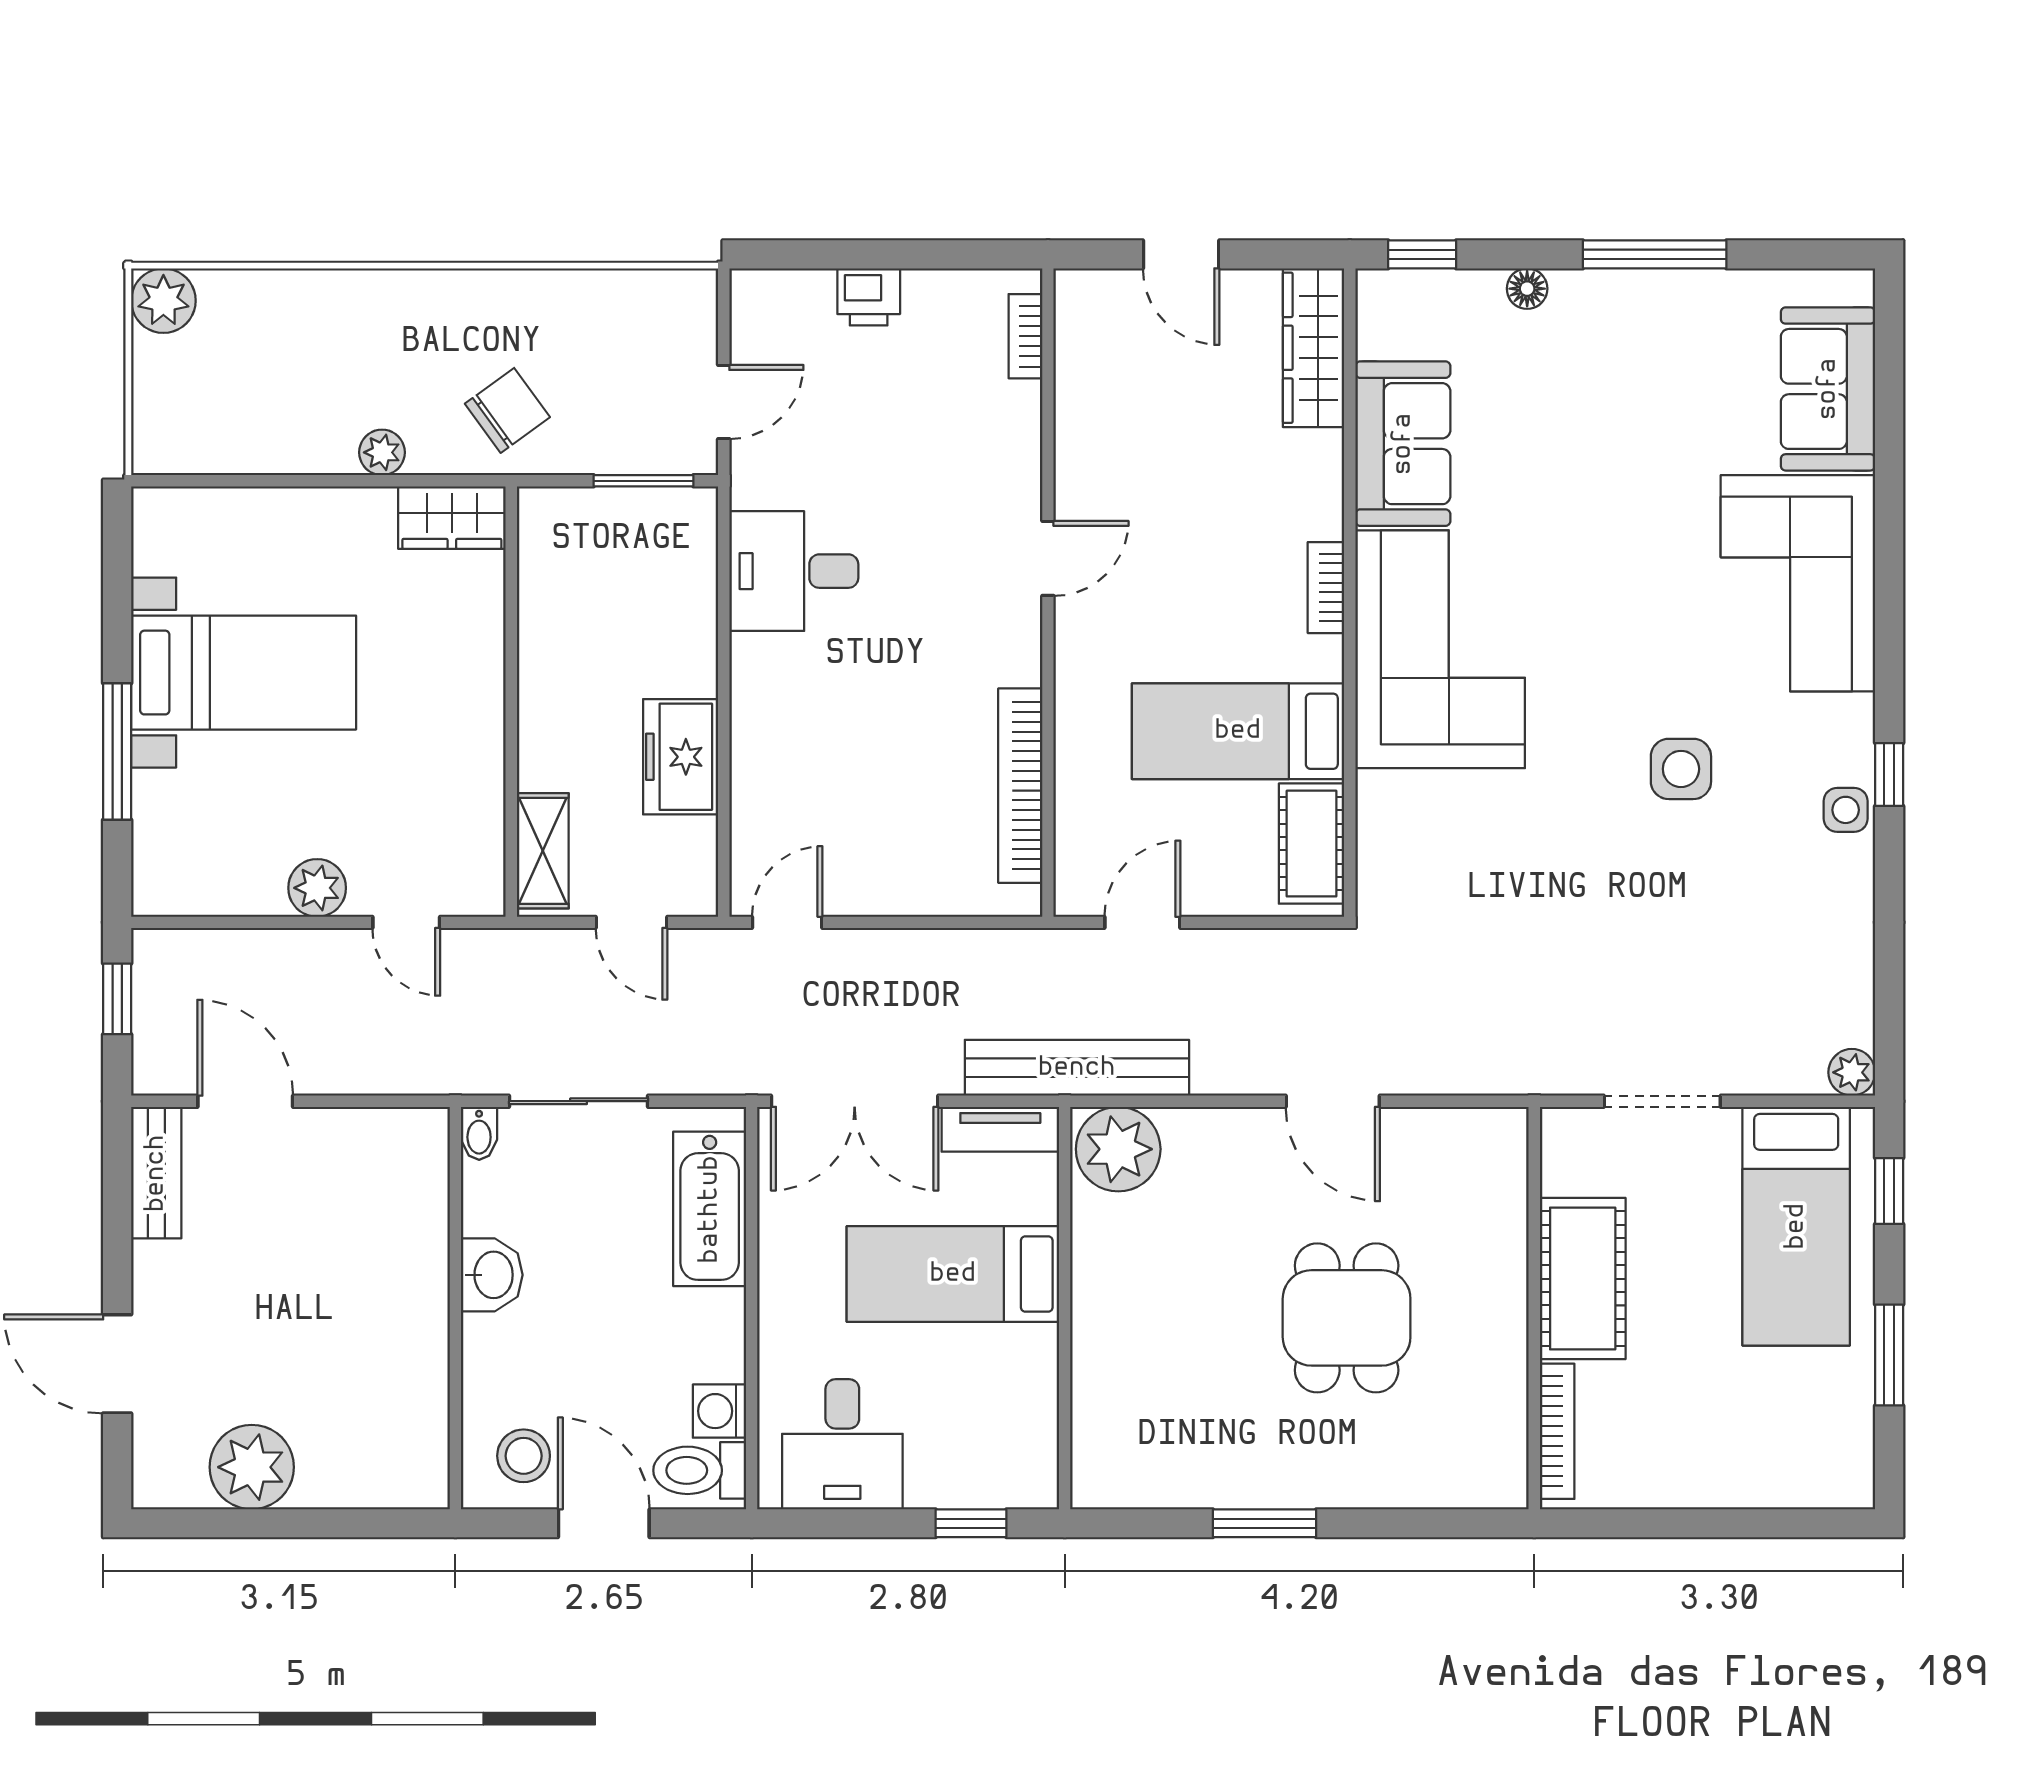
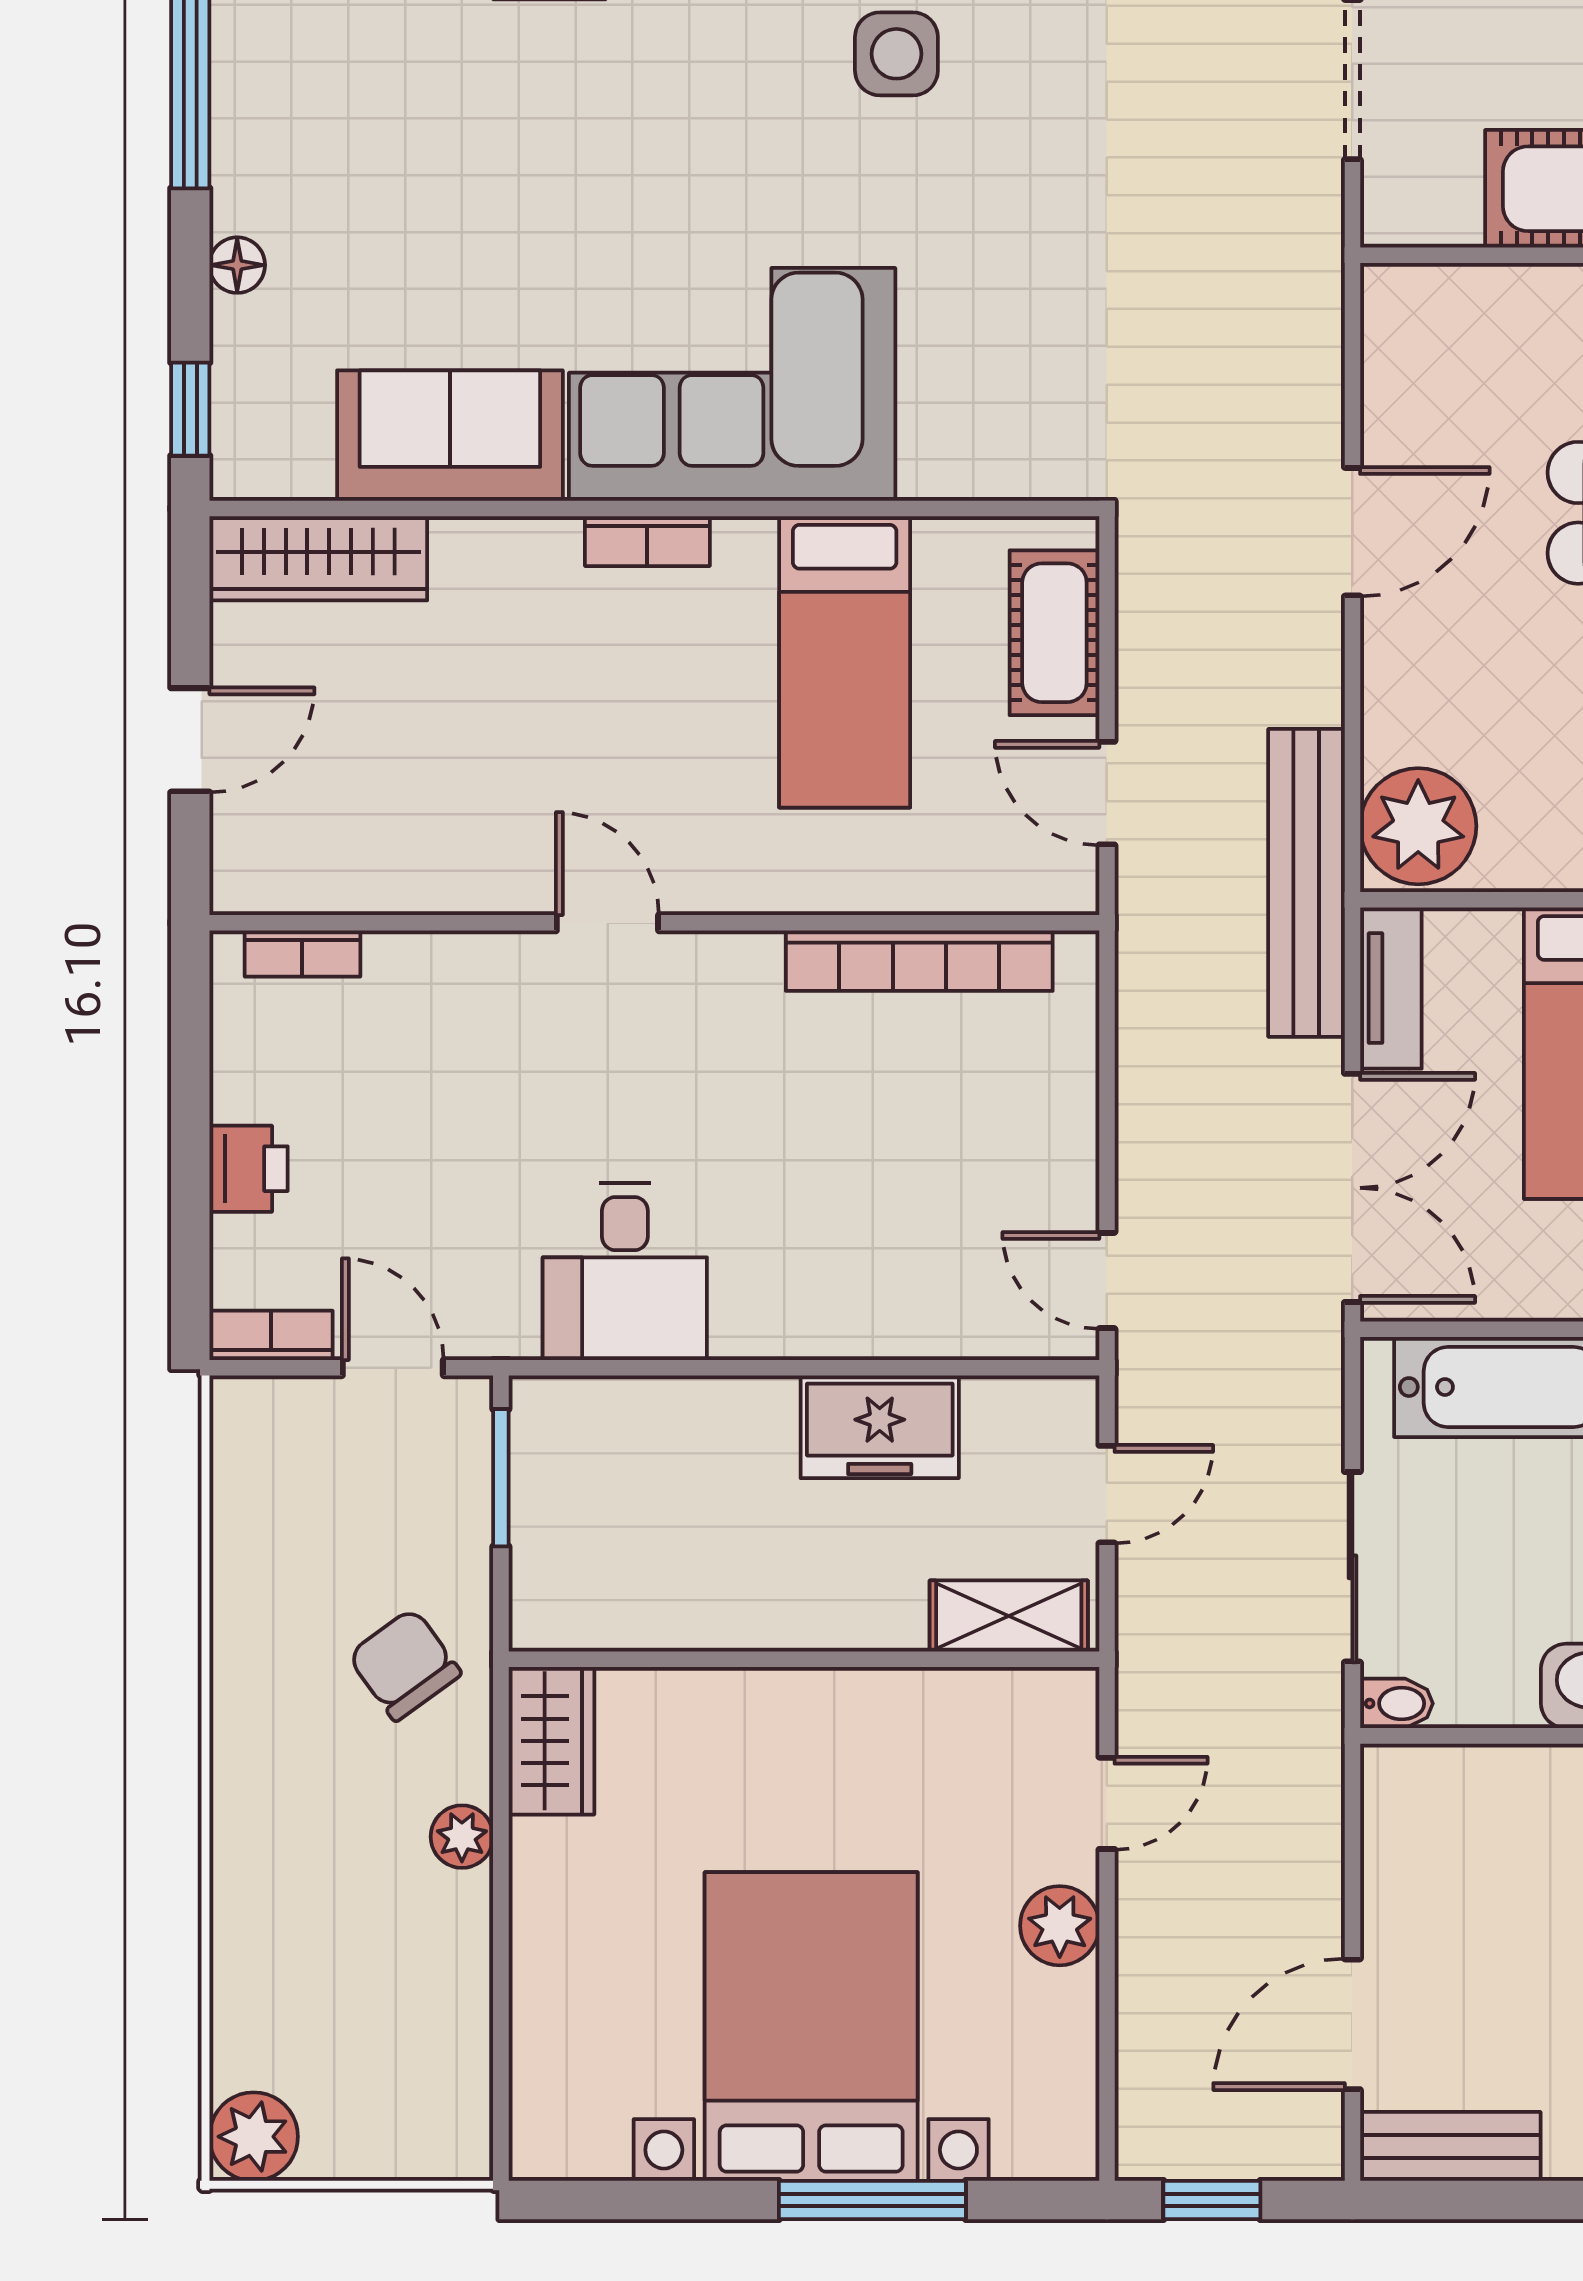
bookcase: (747, 313) -> (271, 1335), added
bed with nightstands: (244, 673) -> (811, 2027), width x1.36
cot: (1311, 844) -> (1054, 633), moved, turned 90

